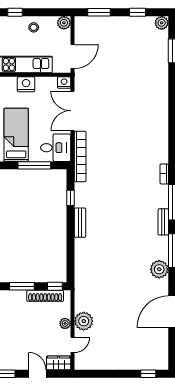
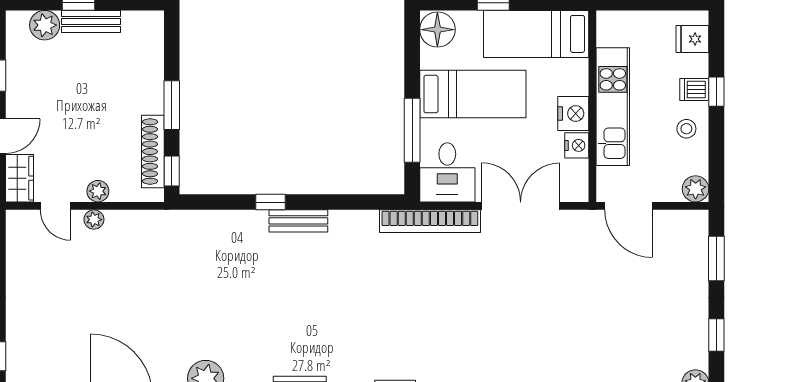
dishwasher: (14, 23) -> (694, 90), added
nightstand: (64, 83) -> (577, 145), moved
window: (71, 198) -> (270, 202), moved
plant: (84, 321) -> (94, 220), width x0.53, depth x0.53

